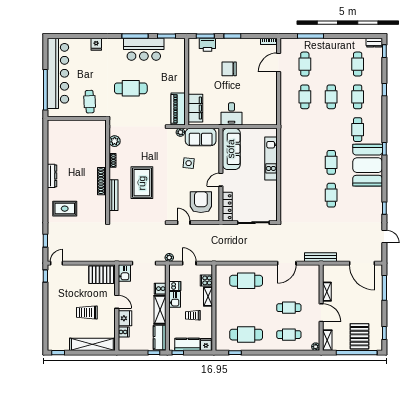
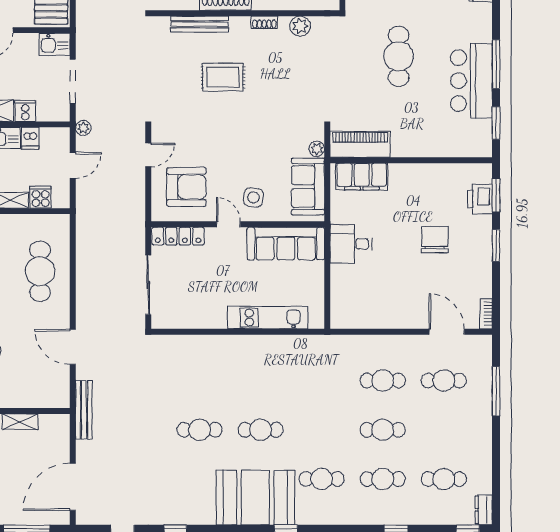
side table: (189, 163) -> (254, 197), moved
rug: (142, 183) -> (223, 77), width x0.73, depth x0.70

